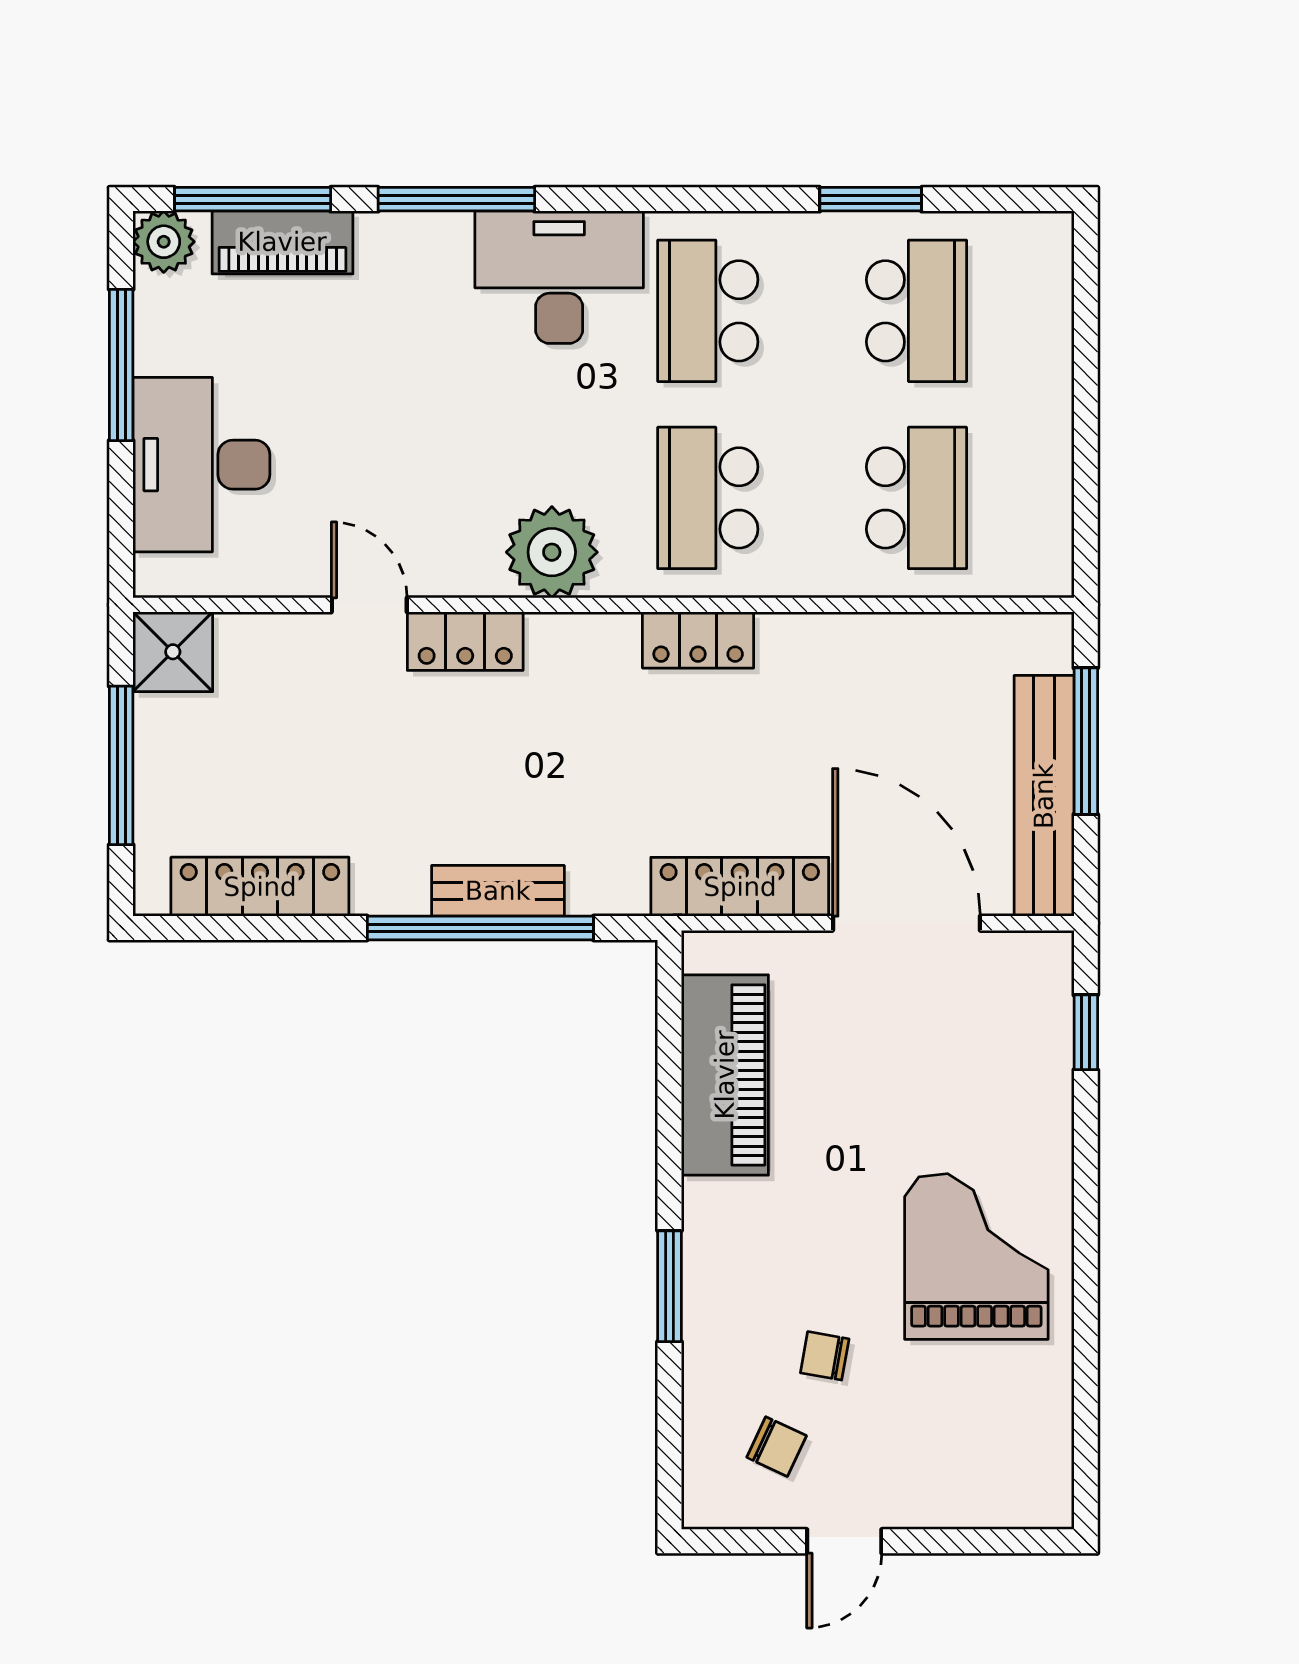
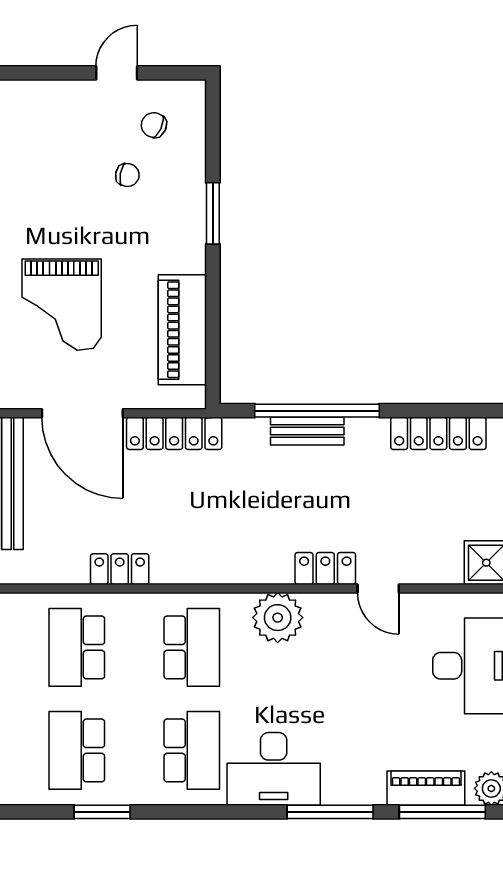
locker: (698, 640) -> (120, 569), moved
grand piano: (976, 1256) -> (62, 305), moved

